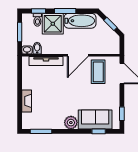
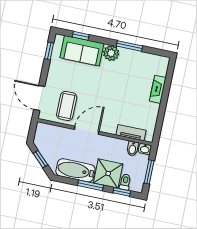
tv unit: (46, 61) -> (131, 133), width x0.71
window: (41, 131) -> (129, 46), moved

